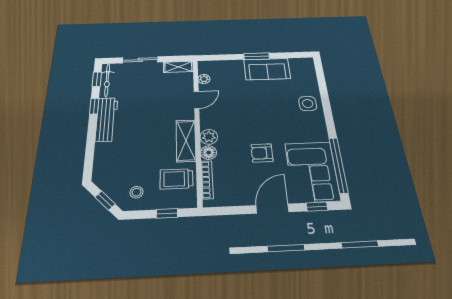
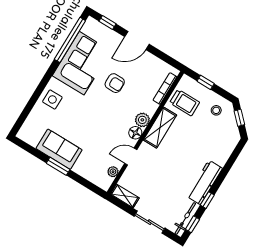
floor lamp: (209, 153) -> (135, 133), moved
corner sofa: (312, 172) -> (82, 63), moved

